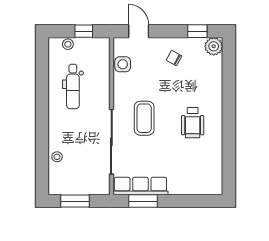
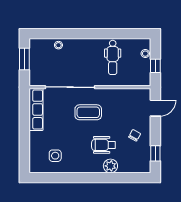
plant: (214, 46) -> (110, 166), moved
side table: (123, 64) -> (55, 156), moved
dental chair: (73, 86) -> (113, 57), turned -90
wheelchair: (193, 123) -> (103, 145), moved
window: (143, 201) -> (24, 111), removed

